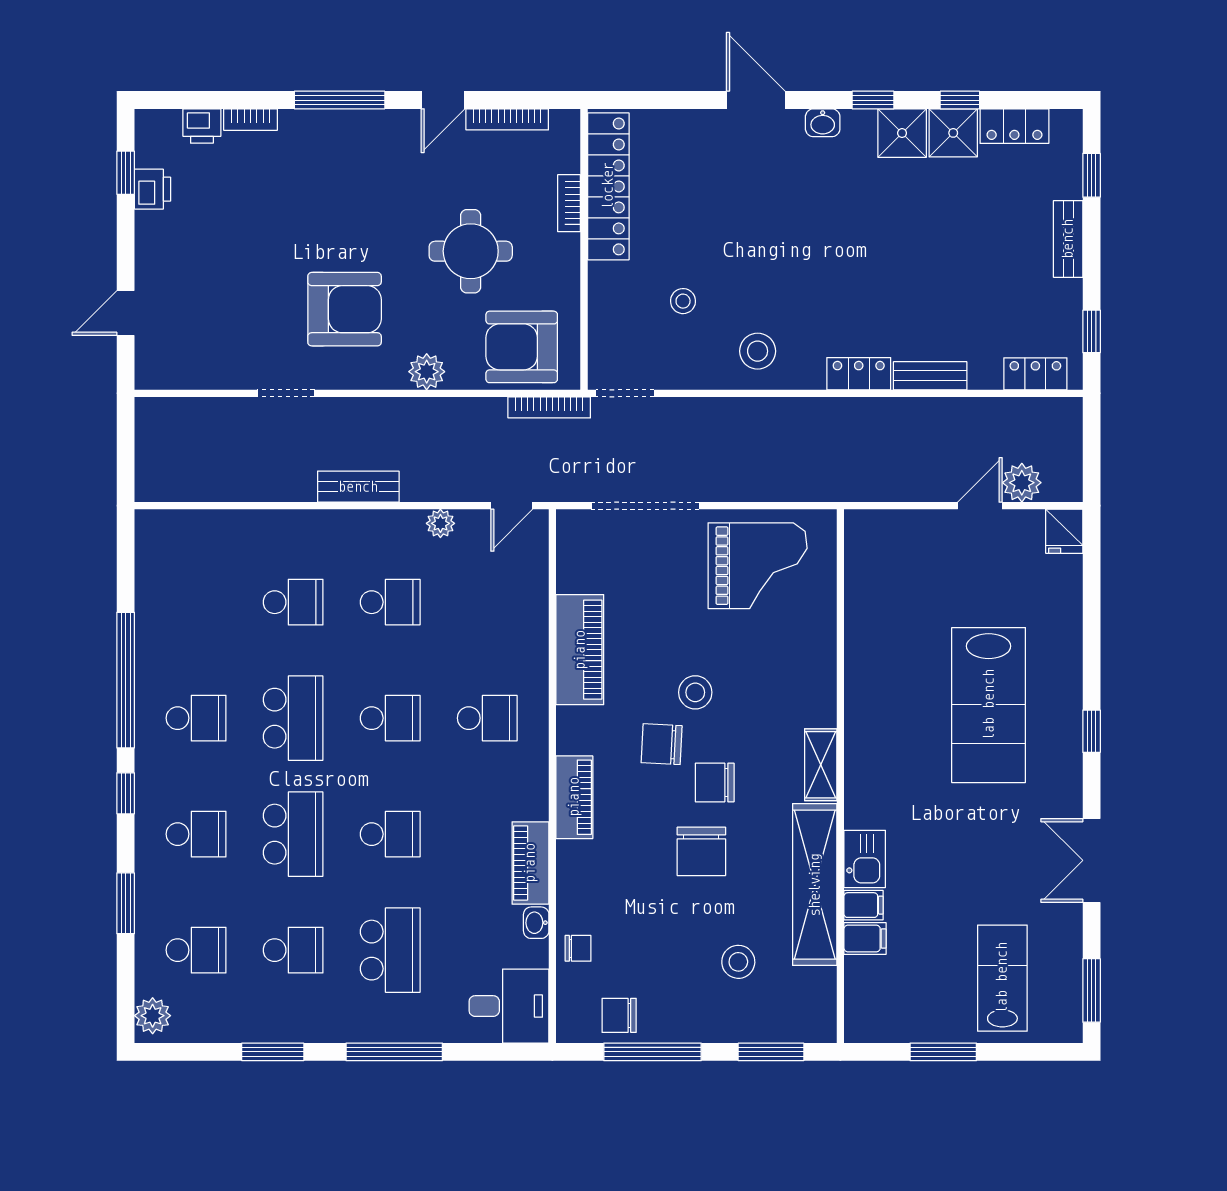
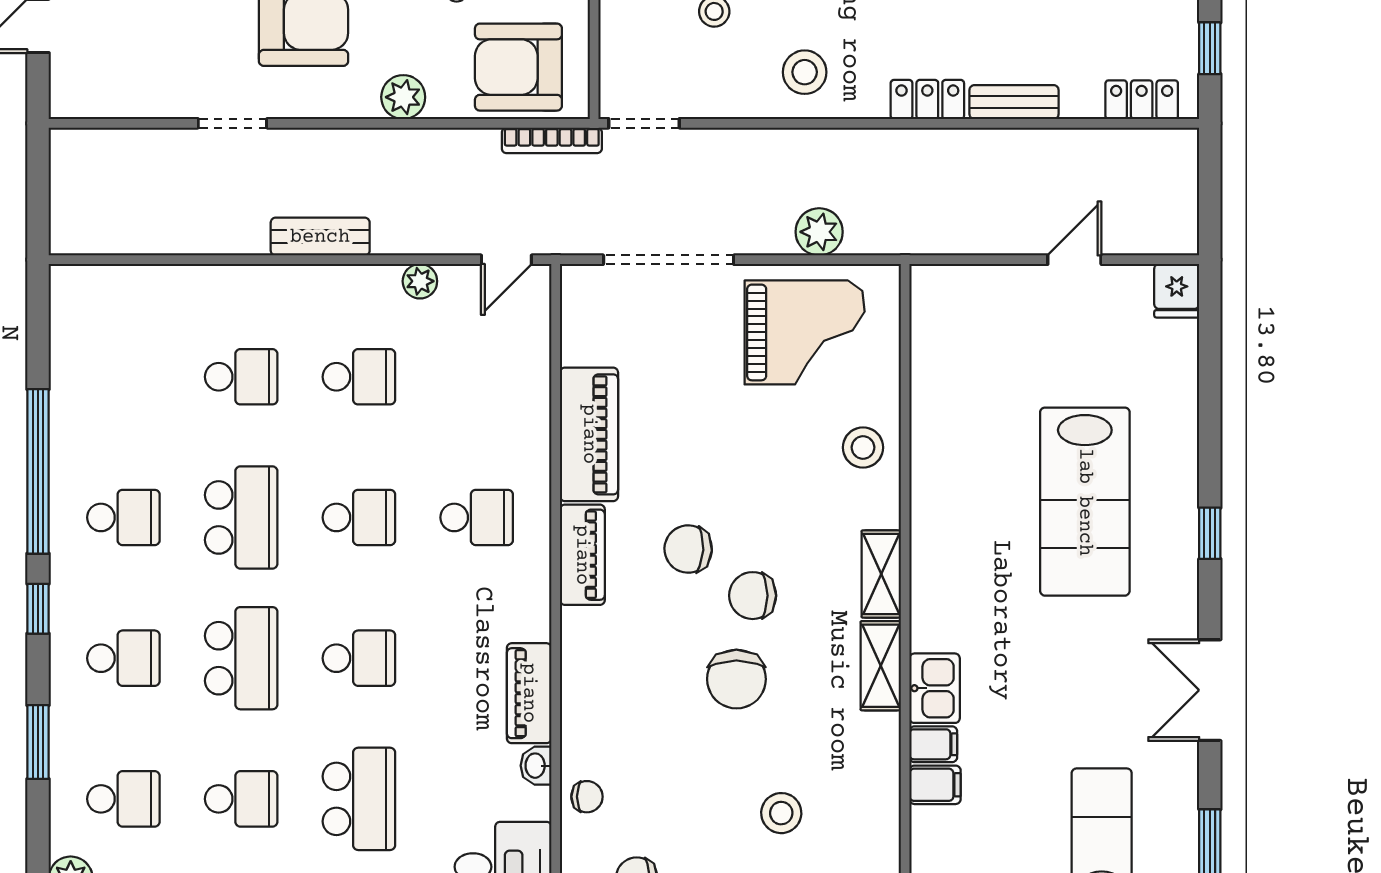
plant: (1022, 483) -> (819, 232), moved
stool: (695, 692) -> (863, 447), moved
piano: (574, 797) -> (582, 555), moved
shelving: (815, 885) -> (881, 666), width x0.45, depth x0.75

